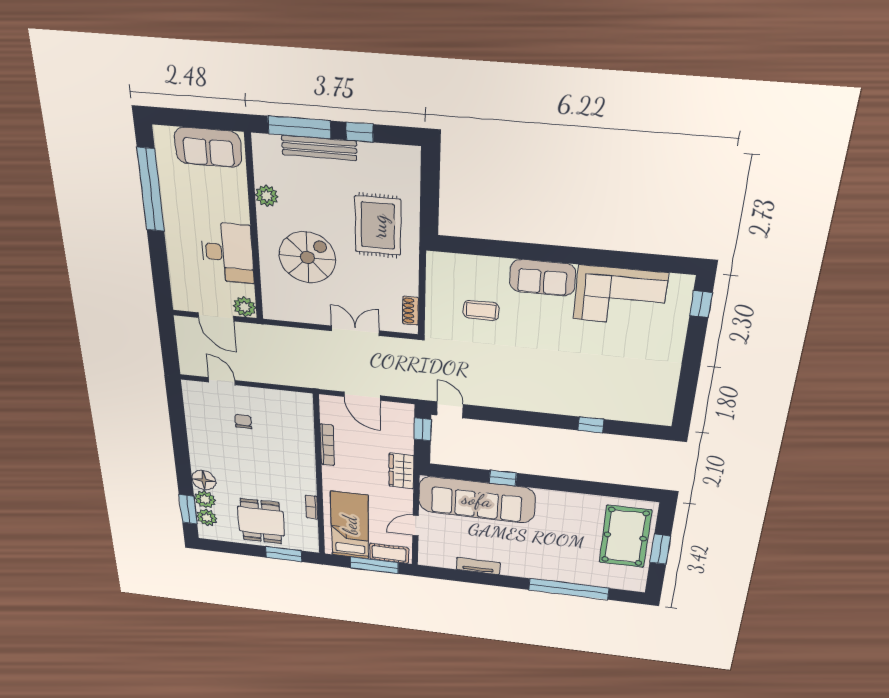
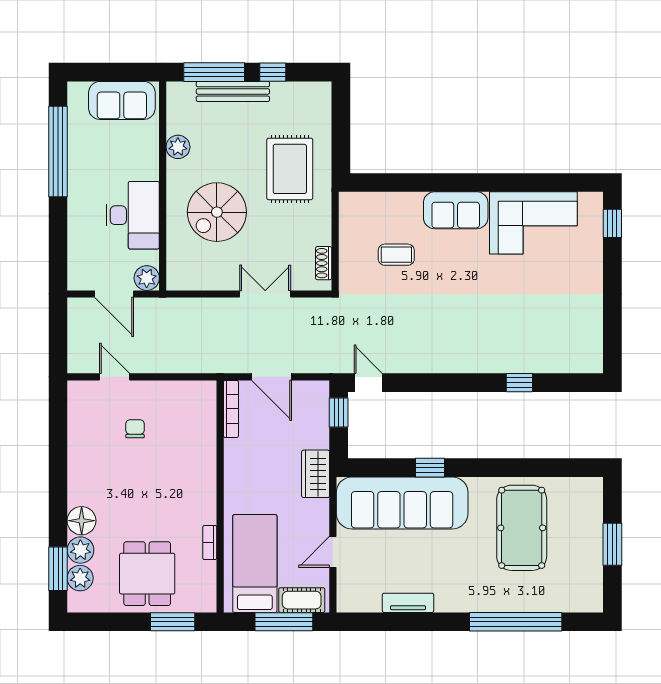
spiral stairs: (307, 257) -> (217, 212), turned 180
bookcase: (327, 445) -> (231, 409), moved
pool table: (625, 537) -> (522, 528), moved

